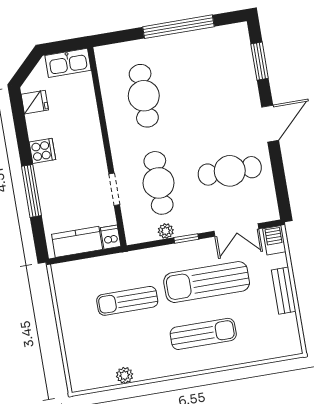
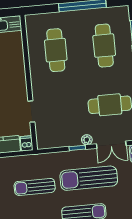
cafe table: (159, 183) -> (104, 46), moved
plant: (166, 231) -> (87, 140), moved

